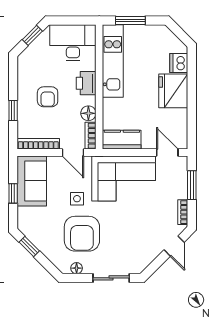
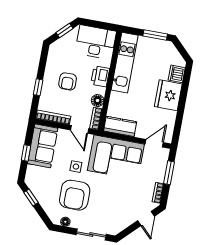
window: (130, 20) -> (155, 35), moved
door: (167, 152) -> (154, 143), hinge flipped

